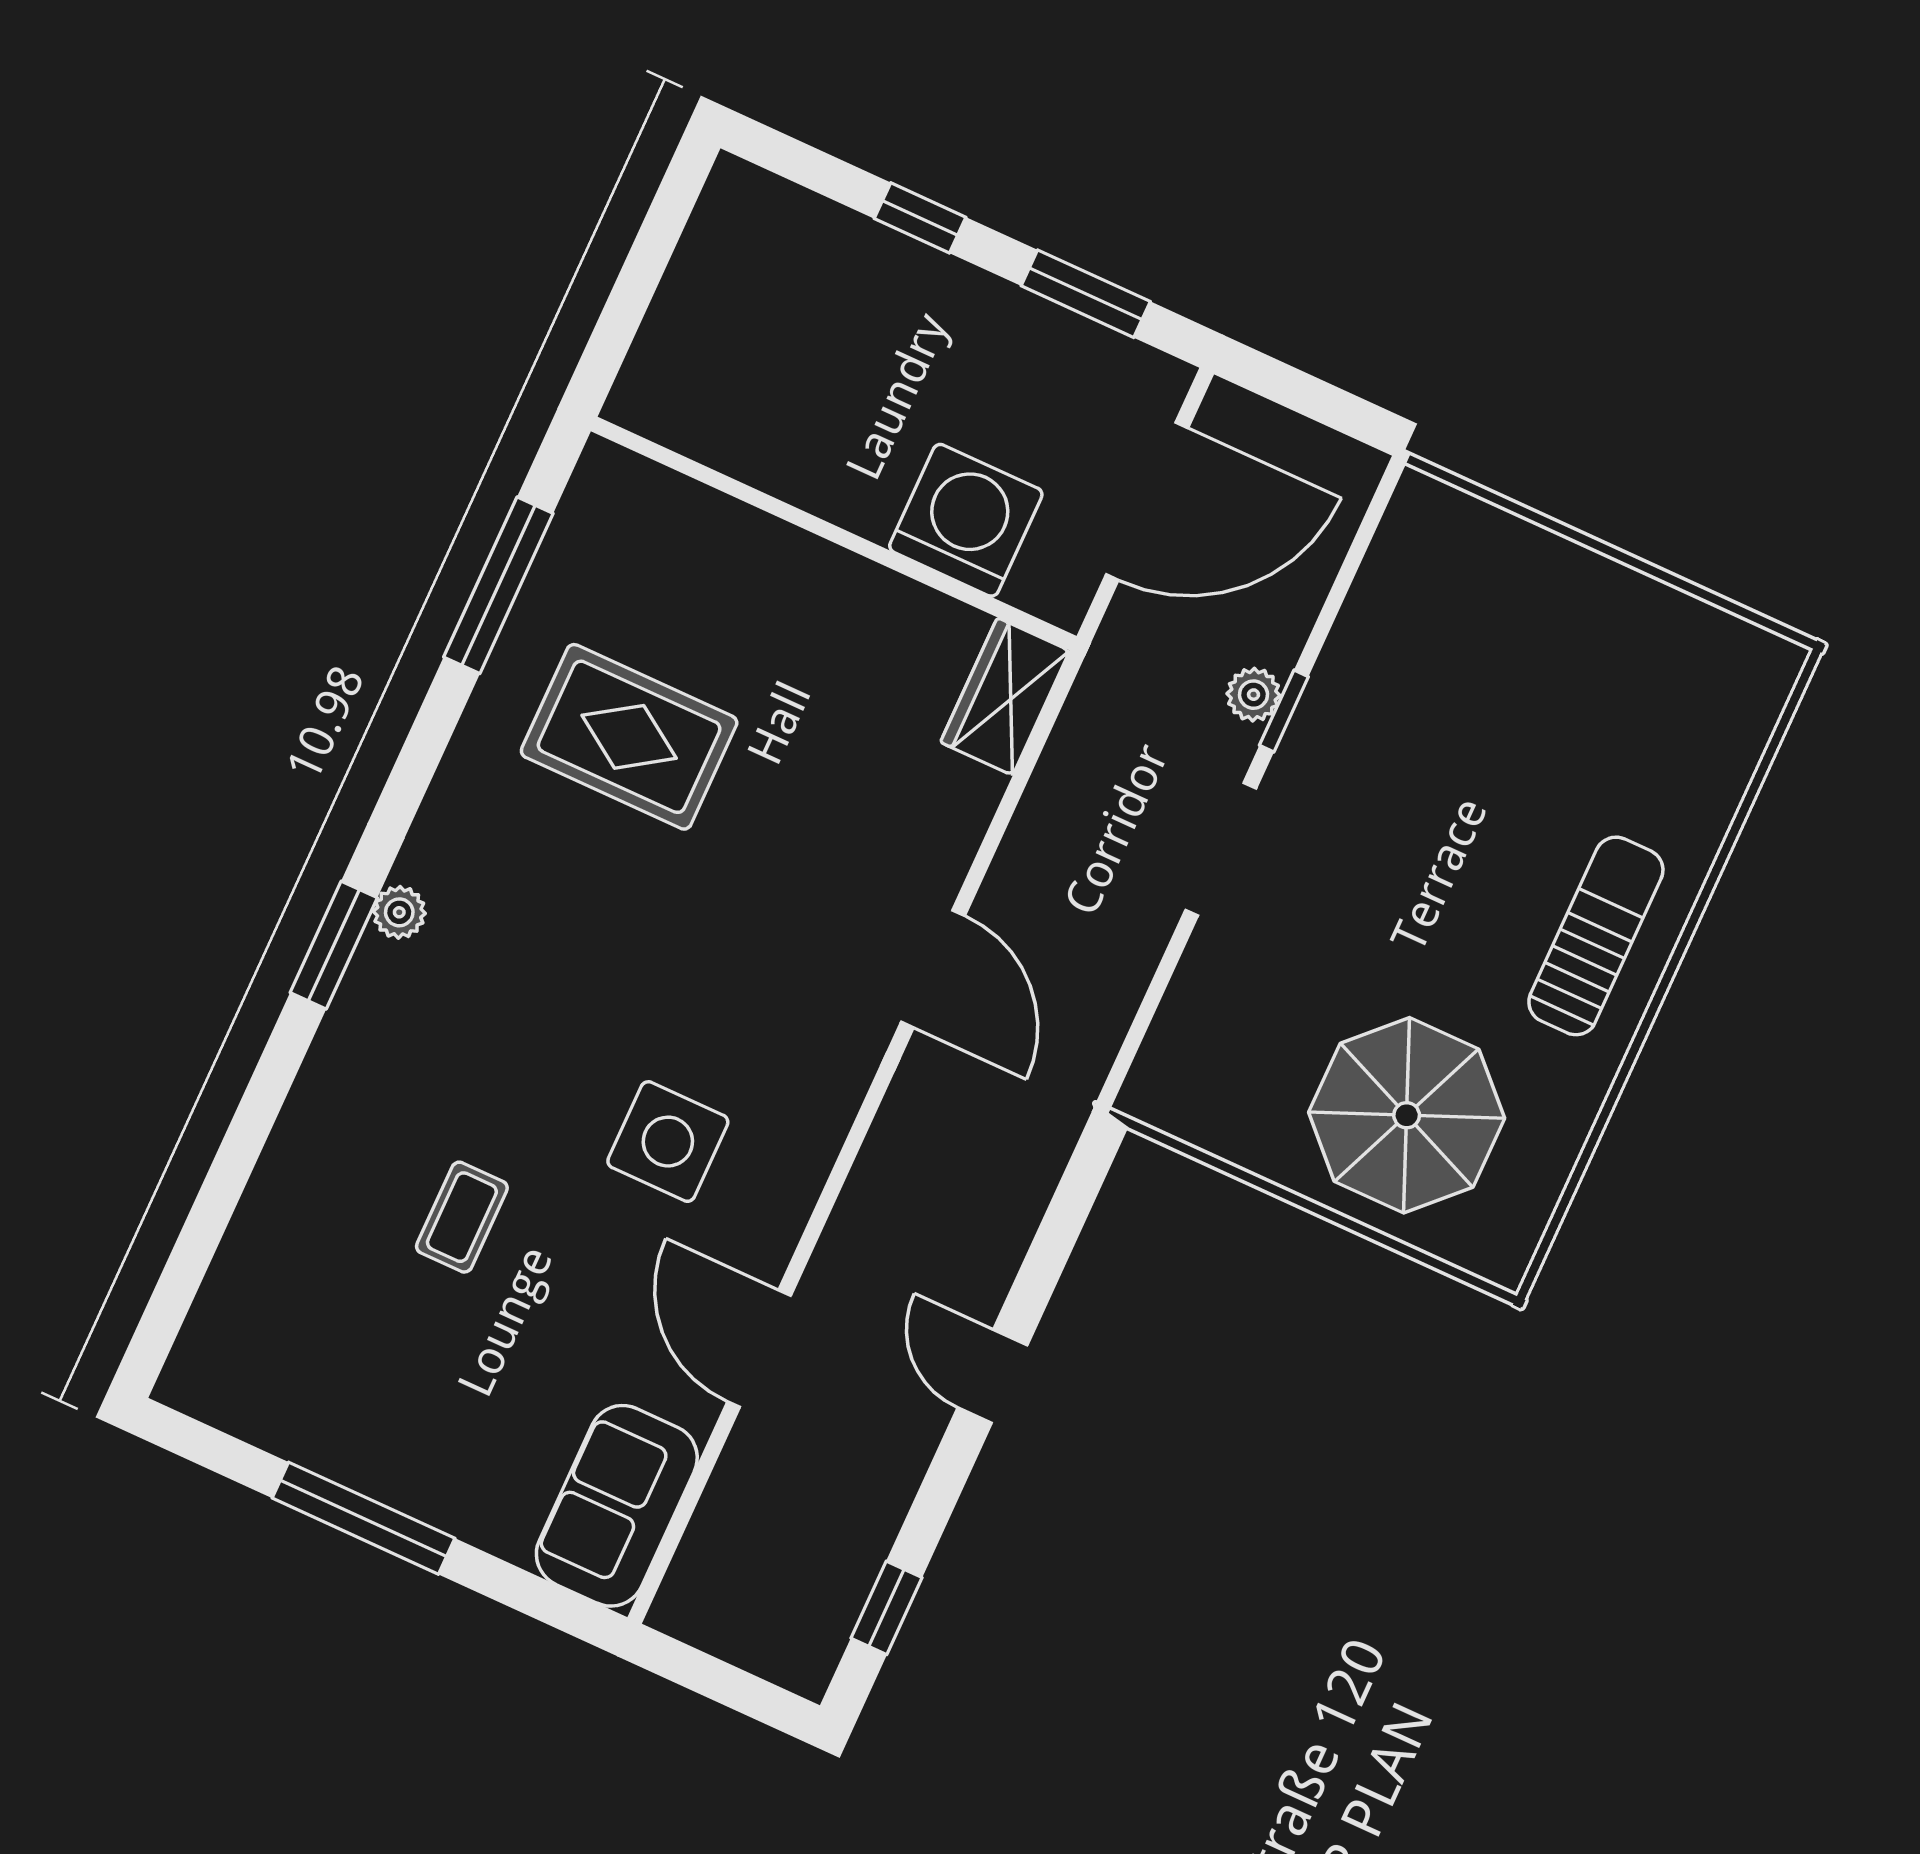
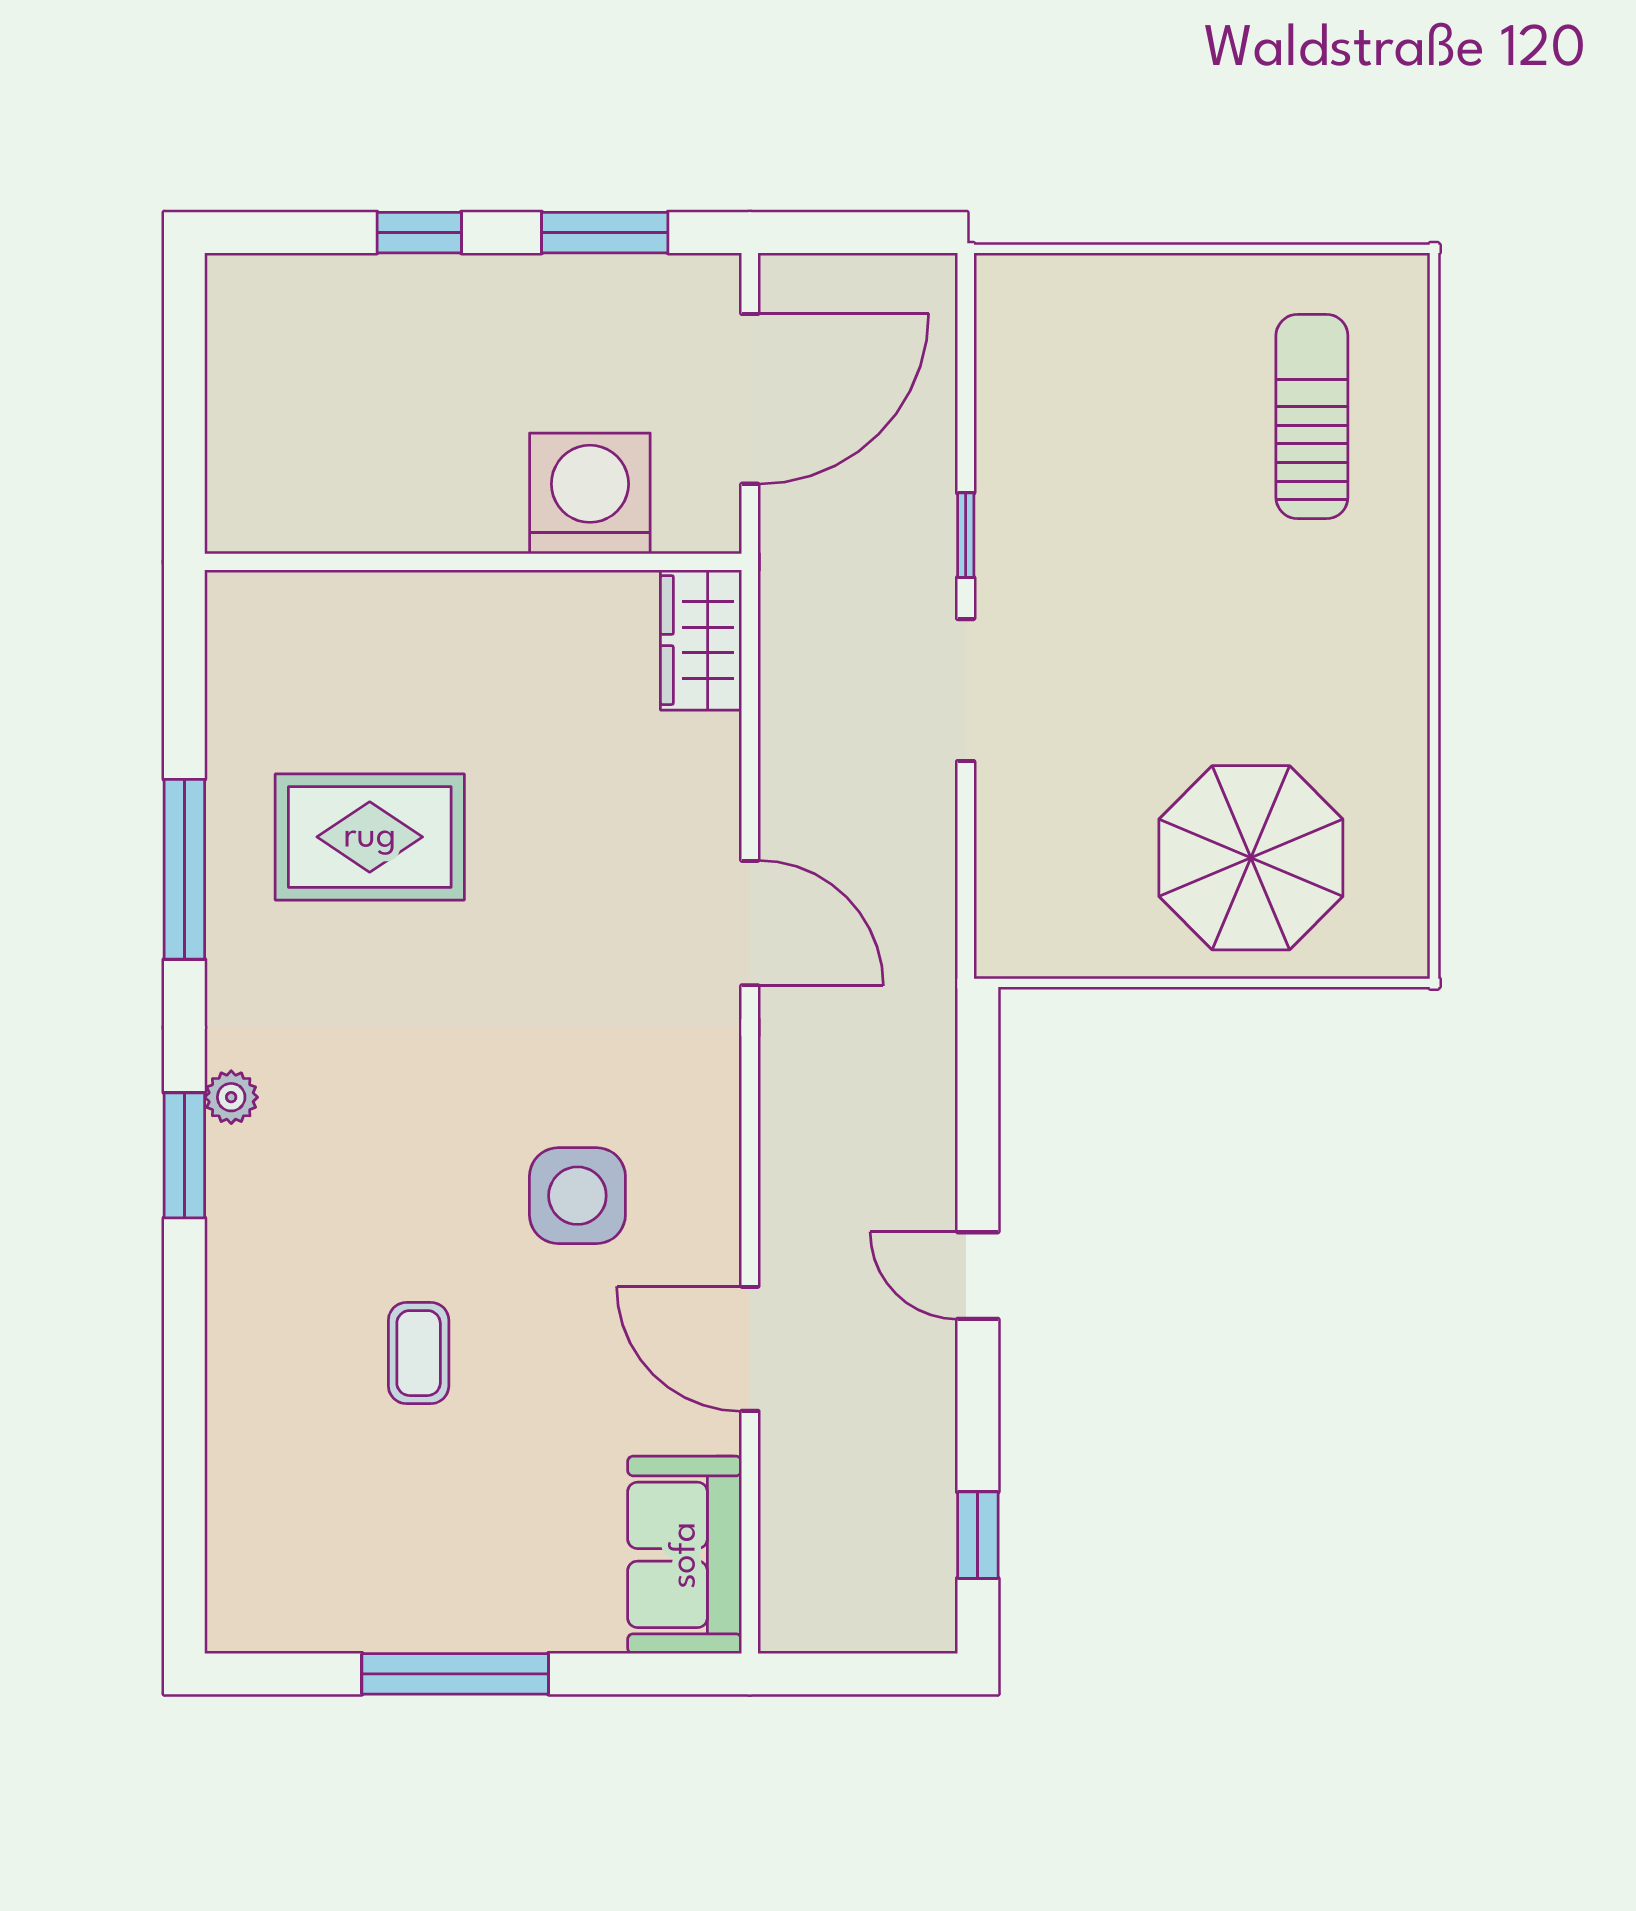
window: (498, 585) -> (184, 869), moved
plant: (1254, 695) -> (930, 533), removed
sun lounger: (1596, 936) -> (1312, 417), moved

